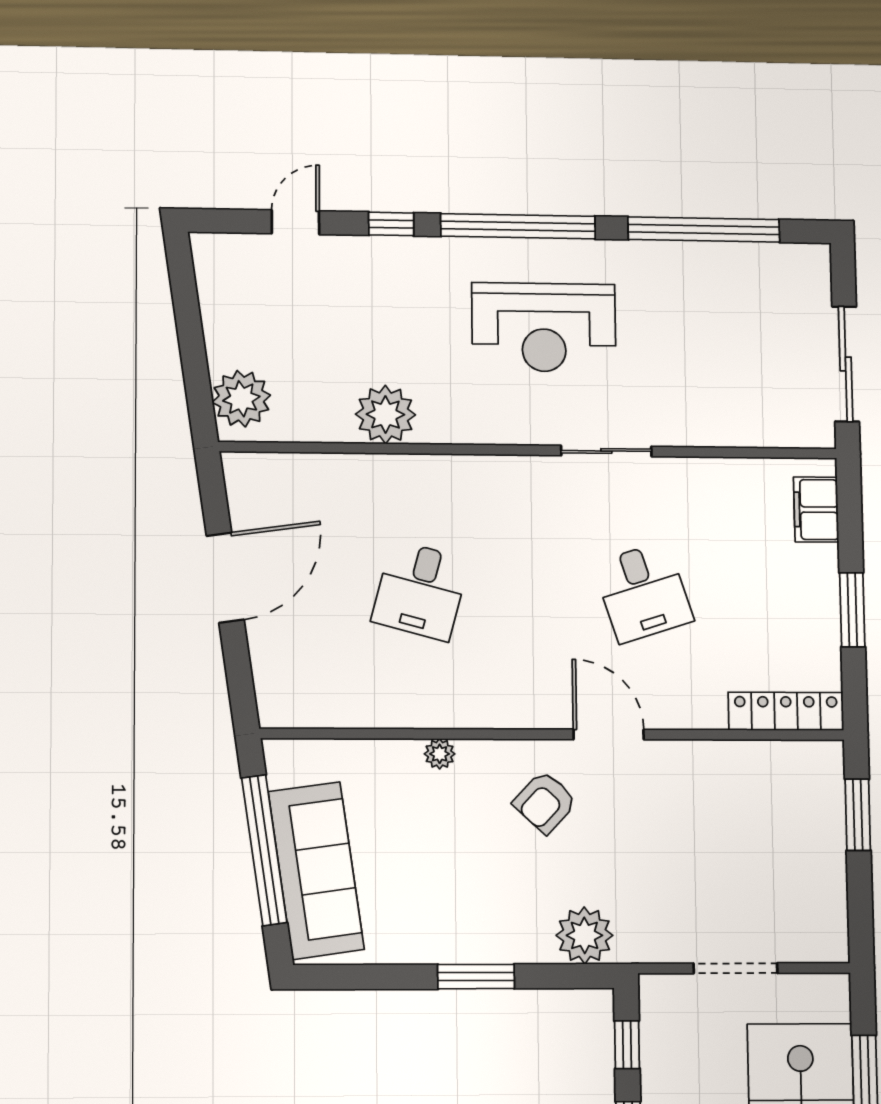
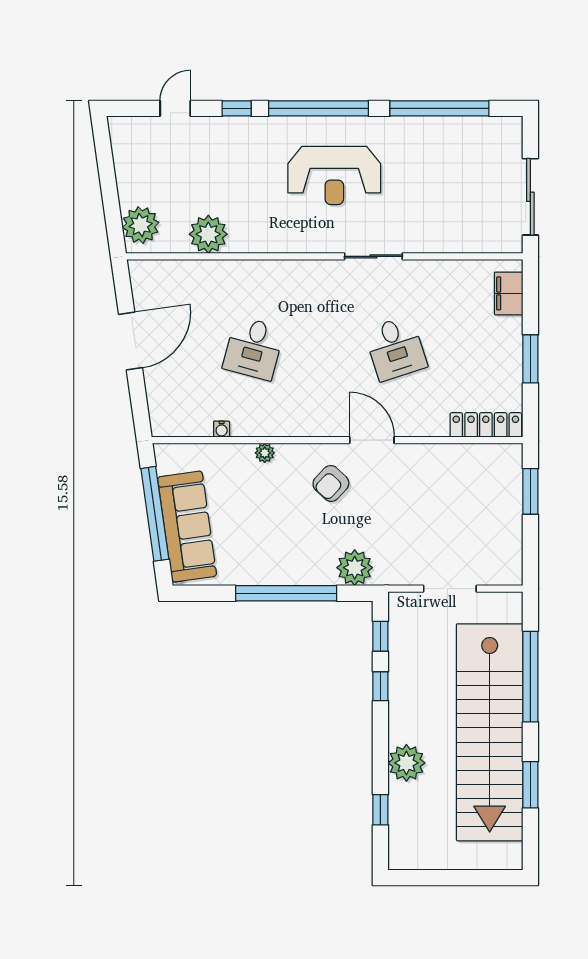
plant: (385, 414) -> (208, 234), moved
water cooler: (371, 716) -> (222, 429), added
window: (476, 977) -> (286, 593), width x2.11

